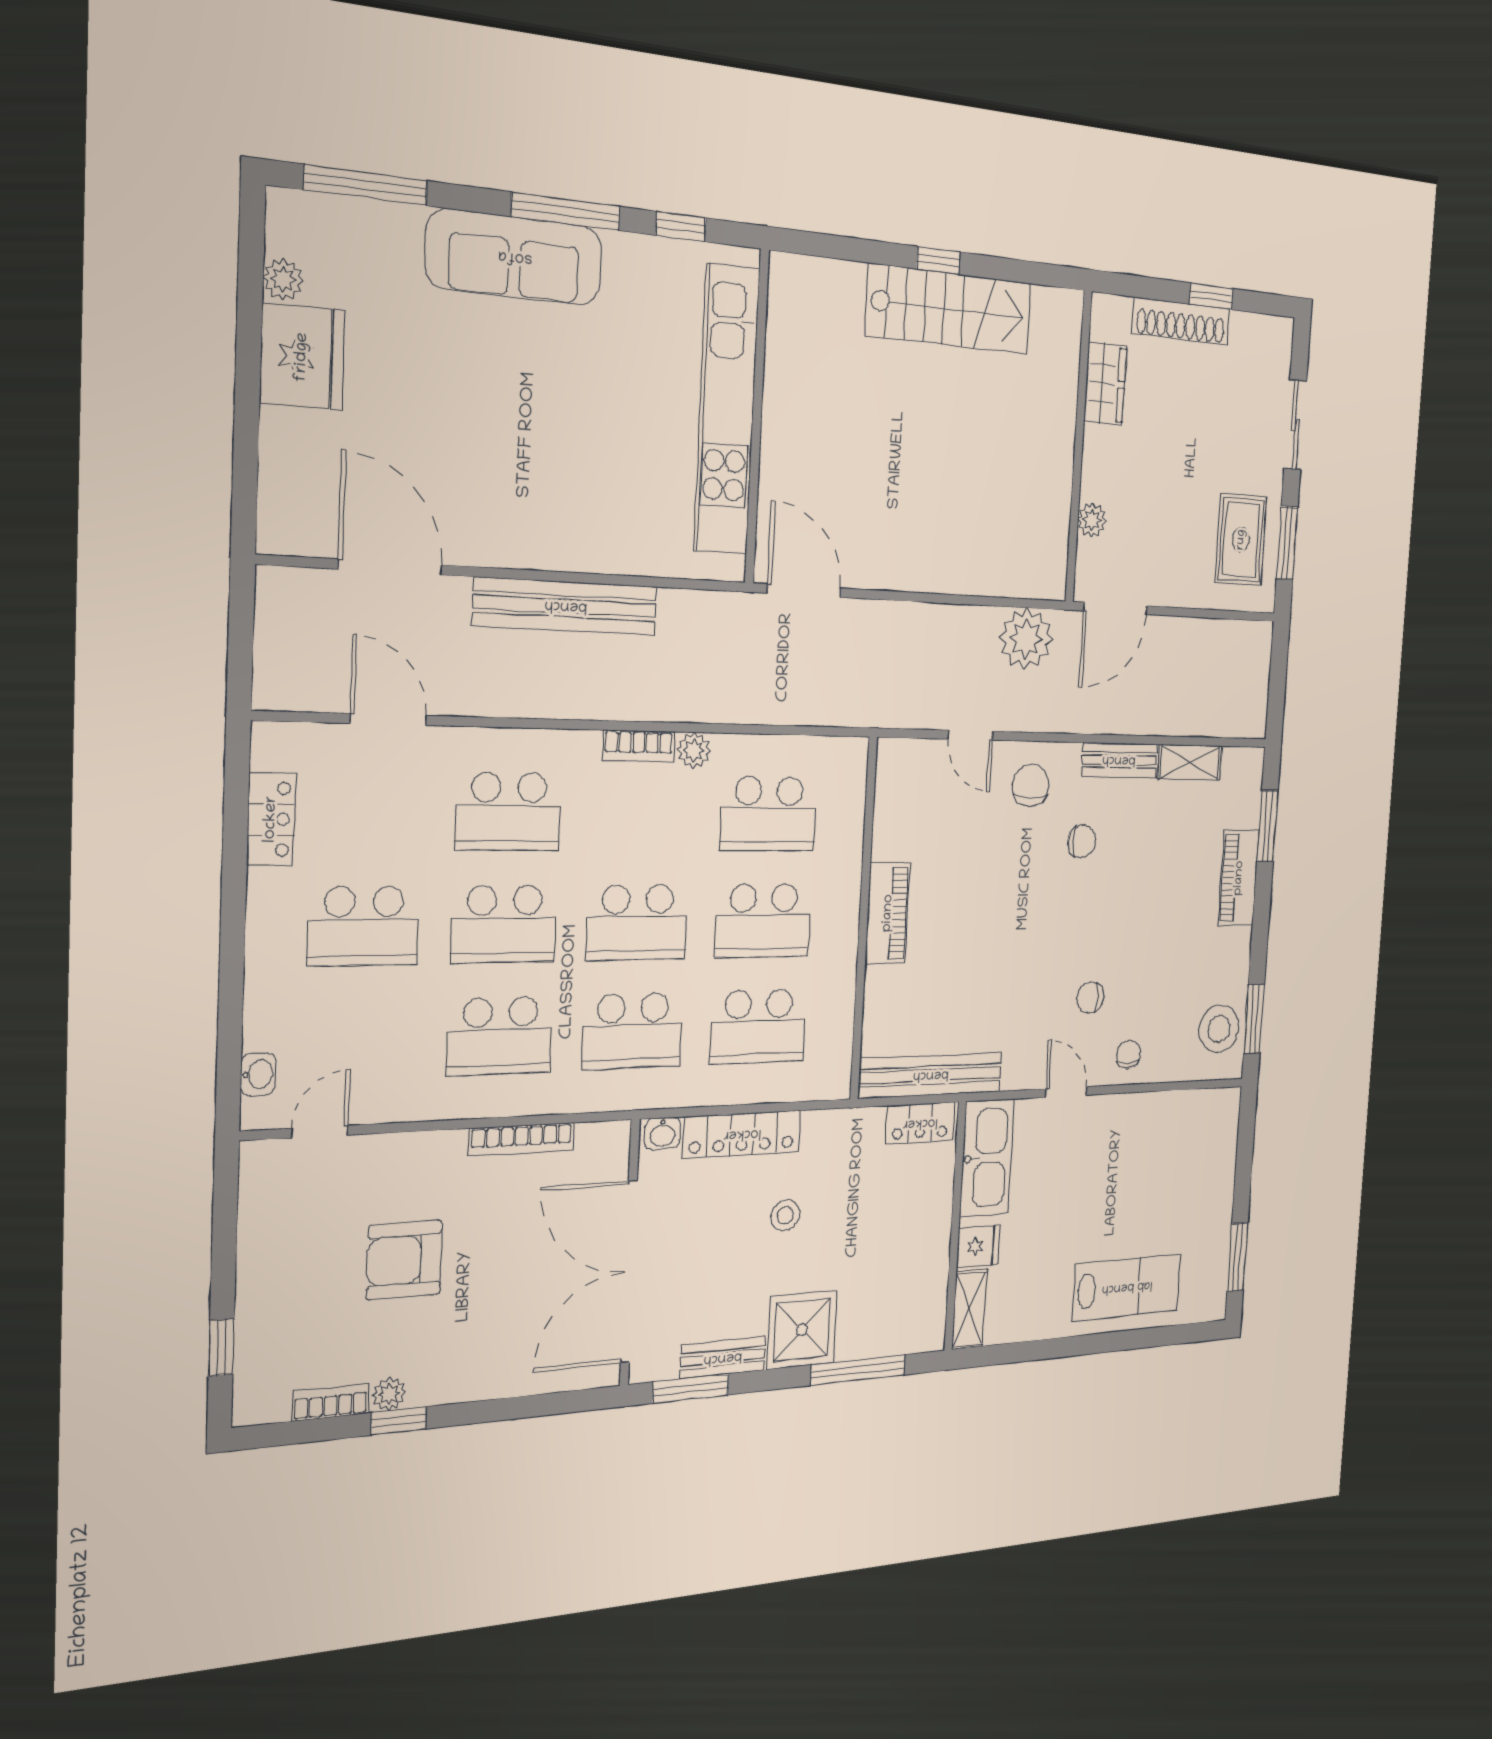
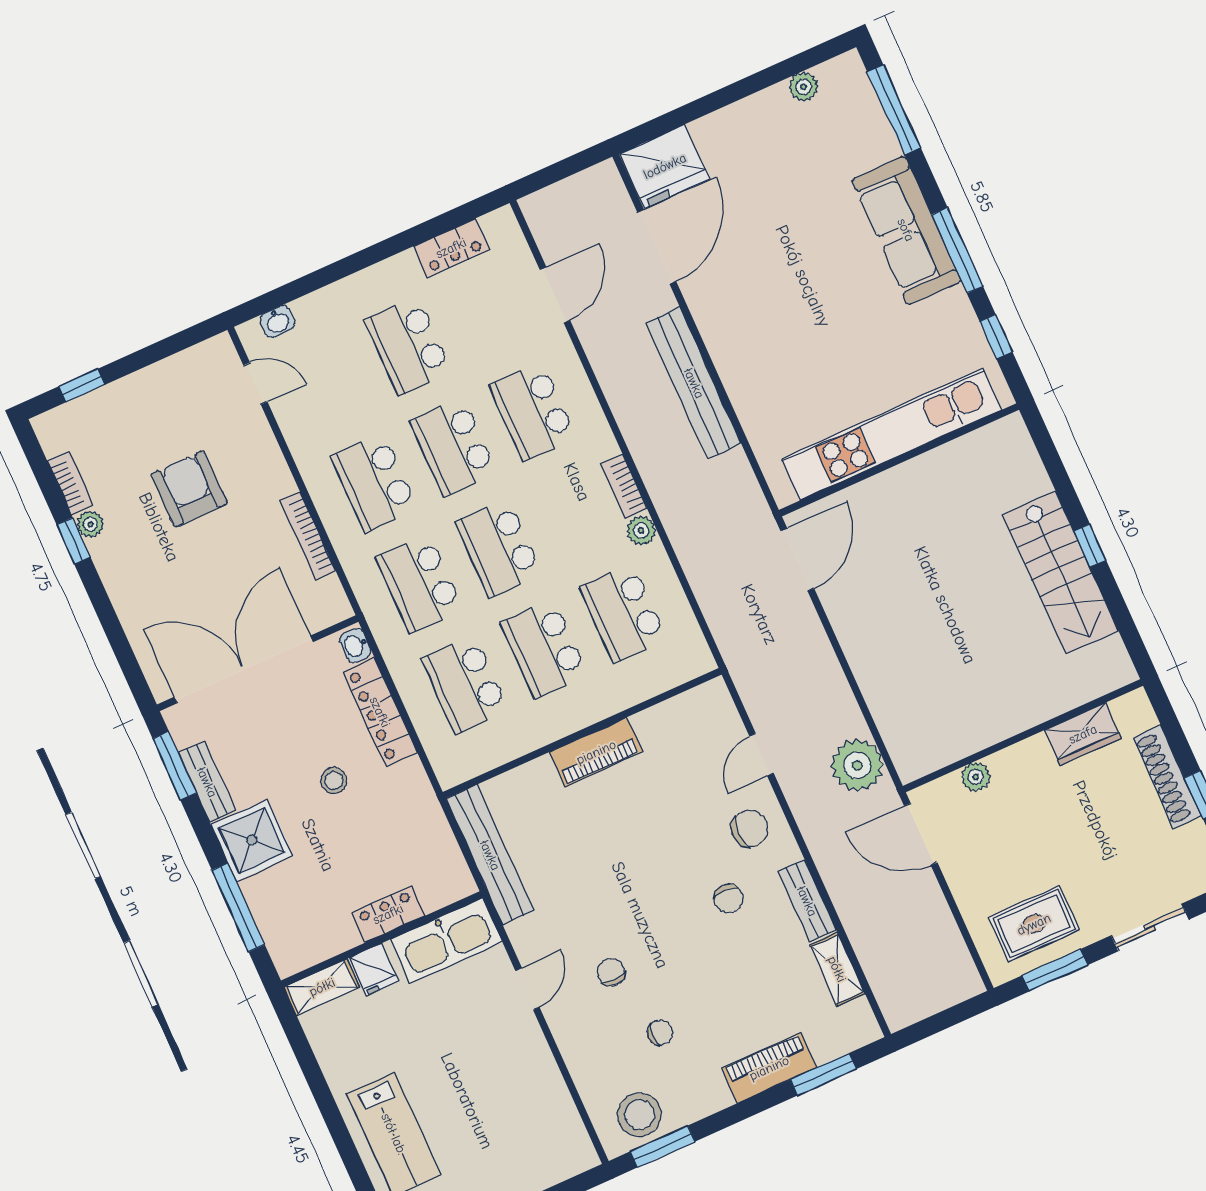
fridge: (302, 357) -> (665, 166), moved
chair: (1129, 1054) -> (660, 1032), moved
locker: (920, 1123) -> (388, 914), moved, turned 90

